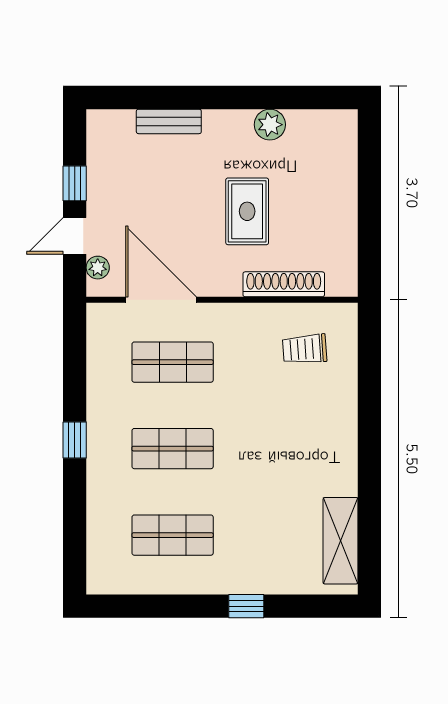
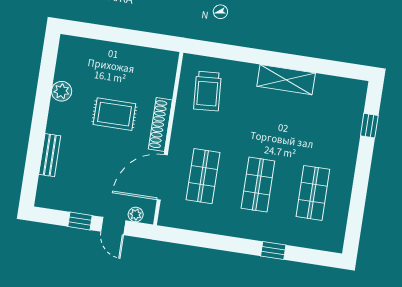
shoe rack: (284, 284) -> (160, 124), moved
trolley: (305, 349) -> (207, 91), width x1.36, depth x1.39
window: (75, 440) -> (273, 251), moved
shelving: (340, 541) -> (286, 80), moved
window: (246, 606) -> (369, 126), moved

